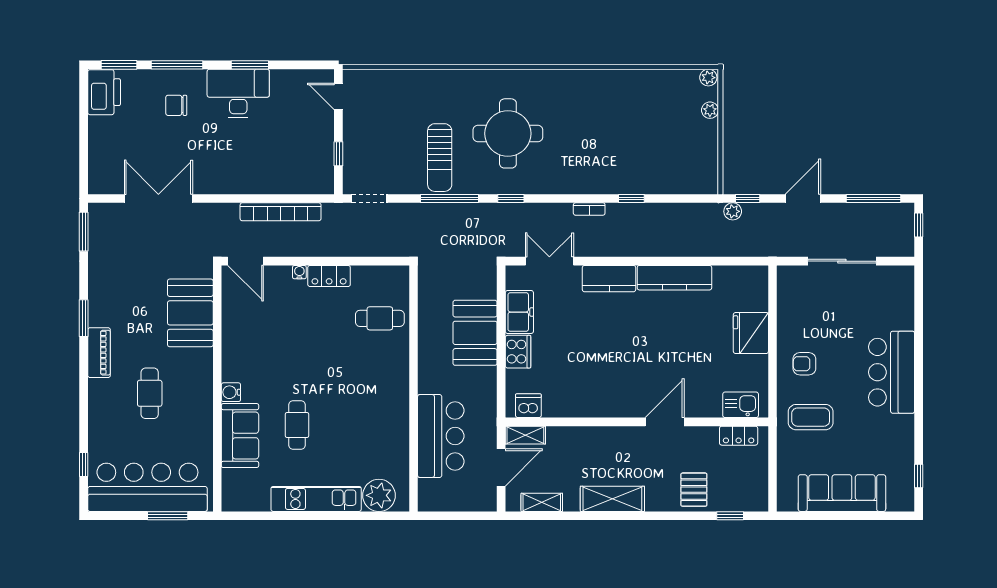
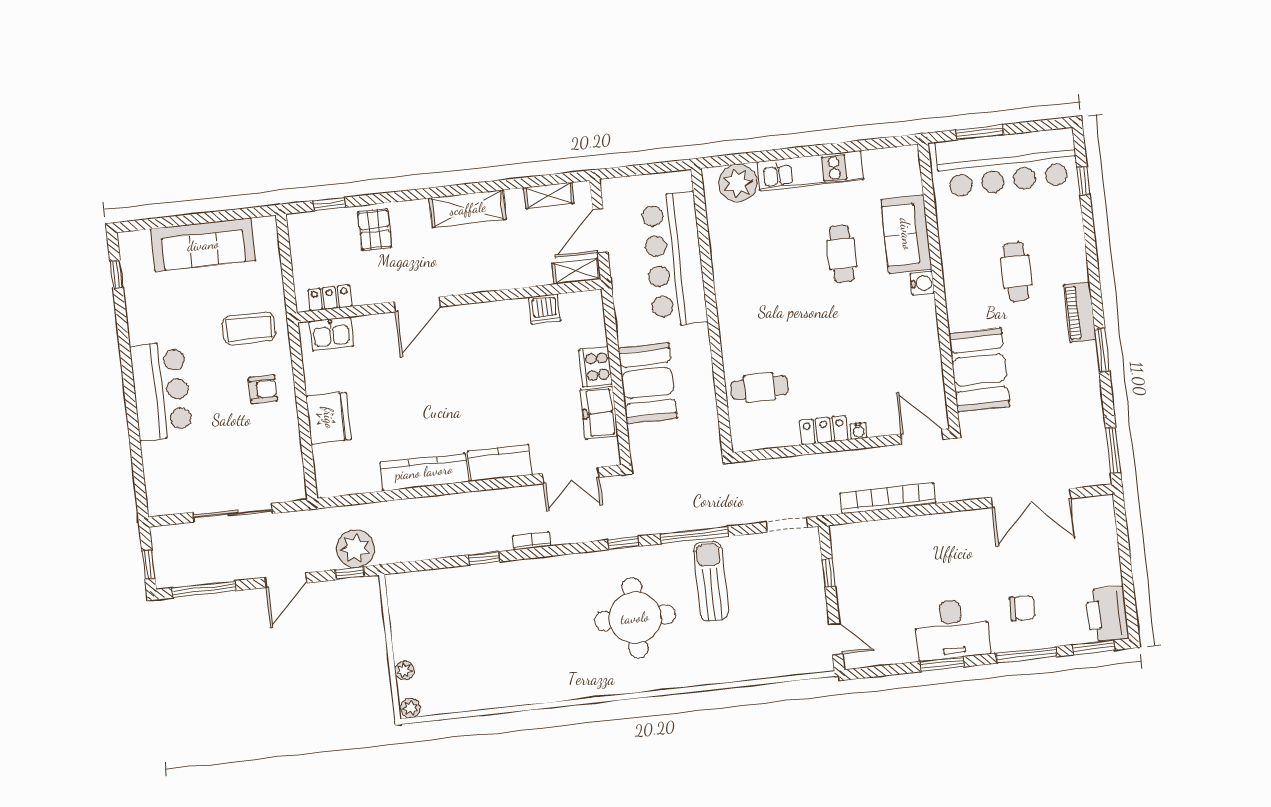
plant: (733, 211) -> (355, 549), width x1.87, depth x1.87
dishwasher: (528, 406) -> (545, 309), moved
bar counter: (441, 436) -> (674, 259), width x1.36

